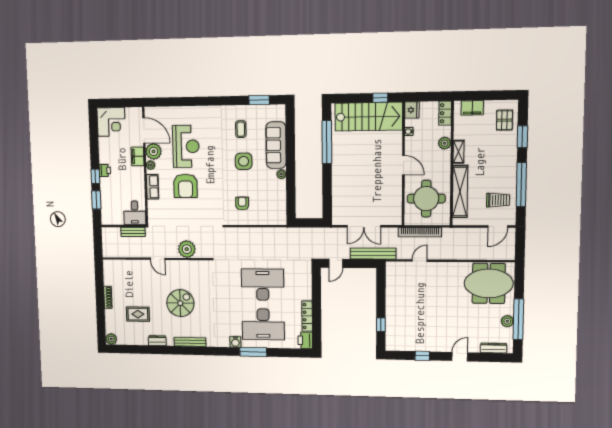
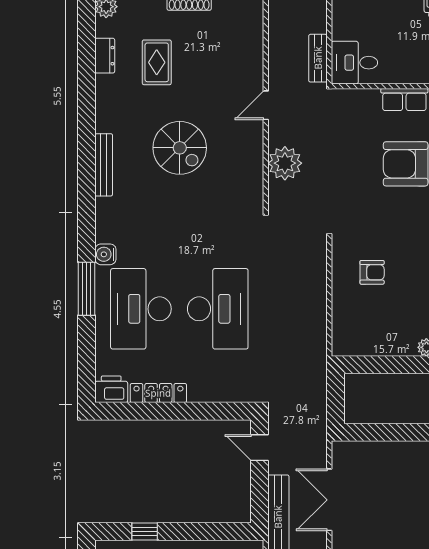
dresser: (157, 341) -> (105, 56), moved

